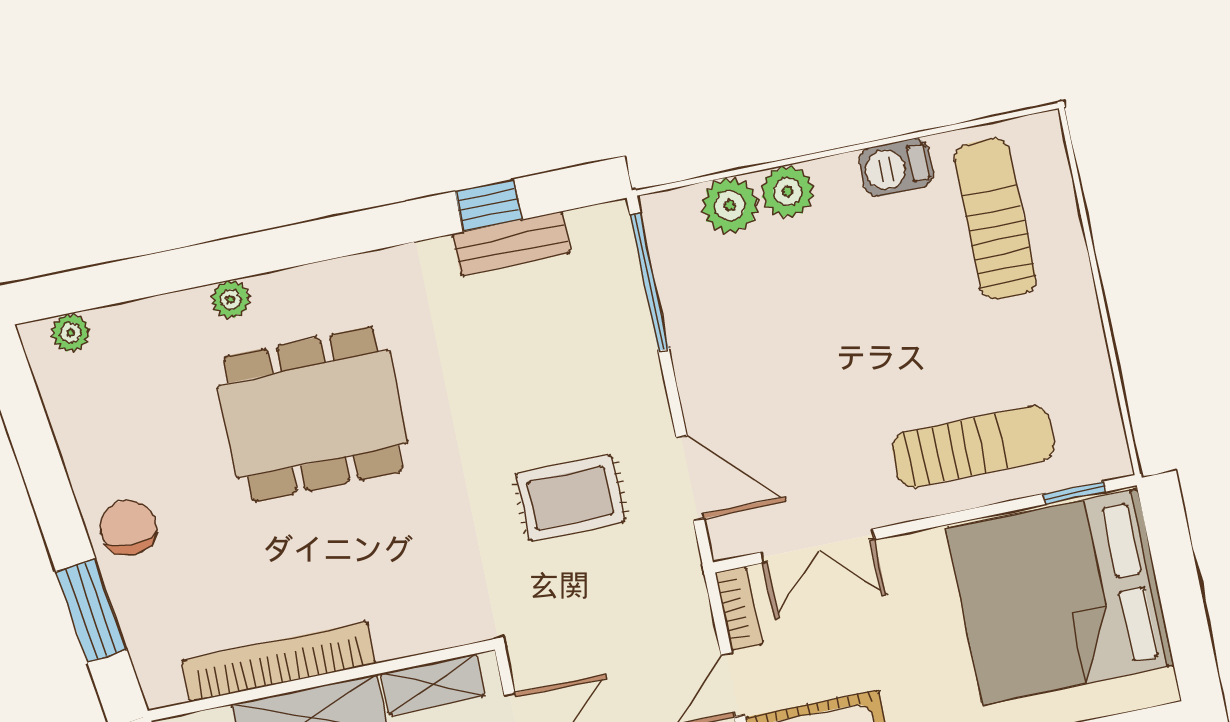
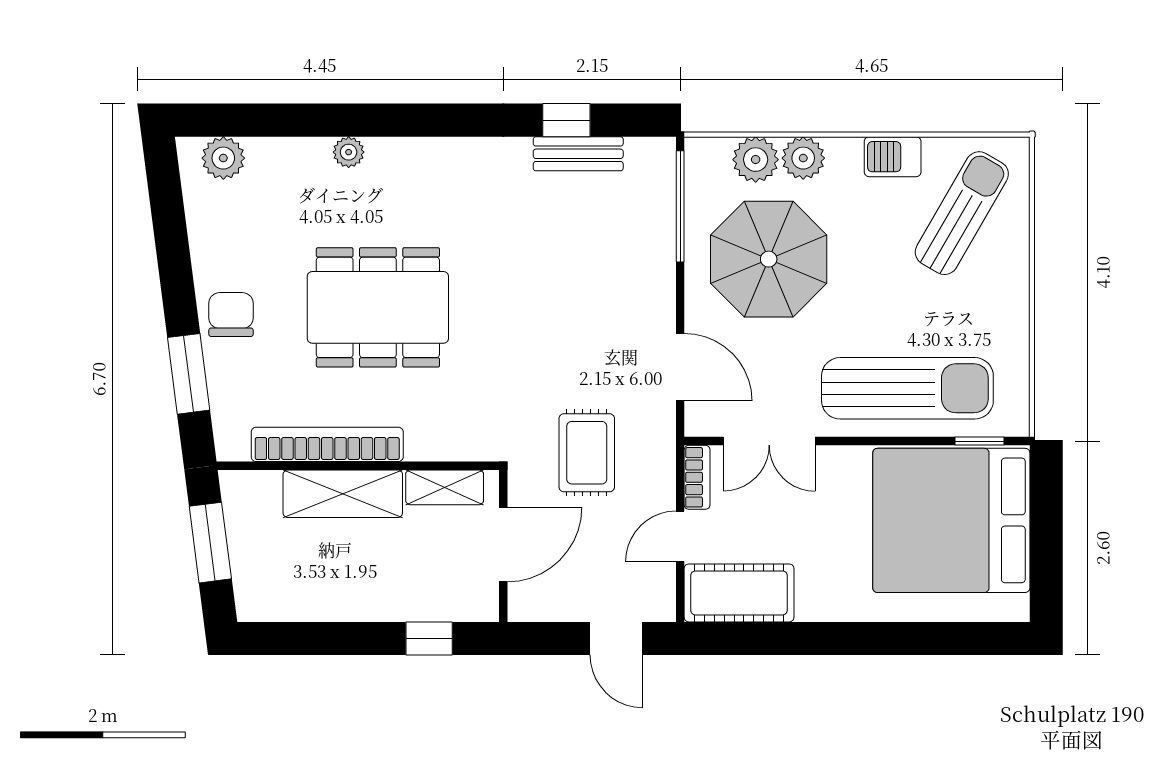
sun lounger: (995, 219) -> (962, 213), turned 30
parasol: (771, 324) -> (769, 259), added
plant: (71, 333) -> (223, 158), width x1.38, depth x1.38
dining table: (313, 414) -> (378, 307), moved
sun lounger: (973, 447) -> (907, 388), width x1.36, depth x1.34
rug: (570, 498) -> (587, 453), moved, turned 90

